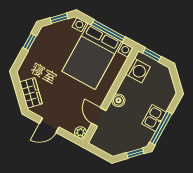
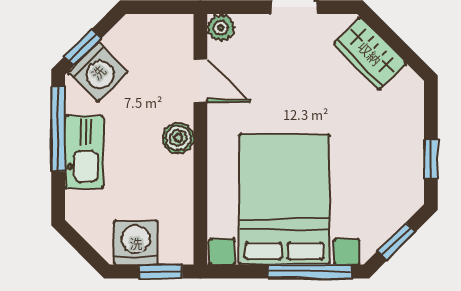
window: (108, 31) -> (310, 271), moved
washing machine: (138, 71) -> (136, 243), moved, turned 90
kitchen sink: (154, 118) -> (84, 152), width x1.38
washing machine: (135, 141) -> (98, 72), added

